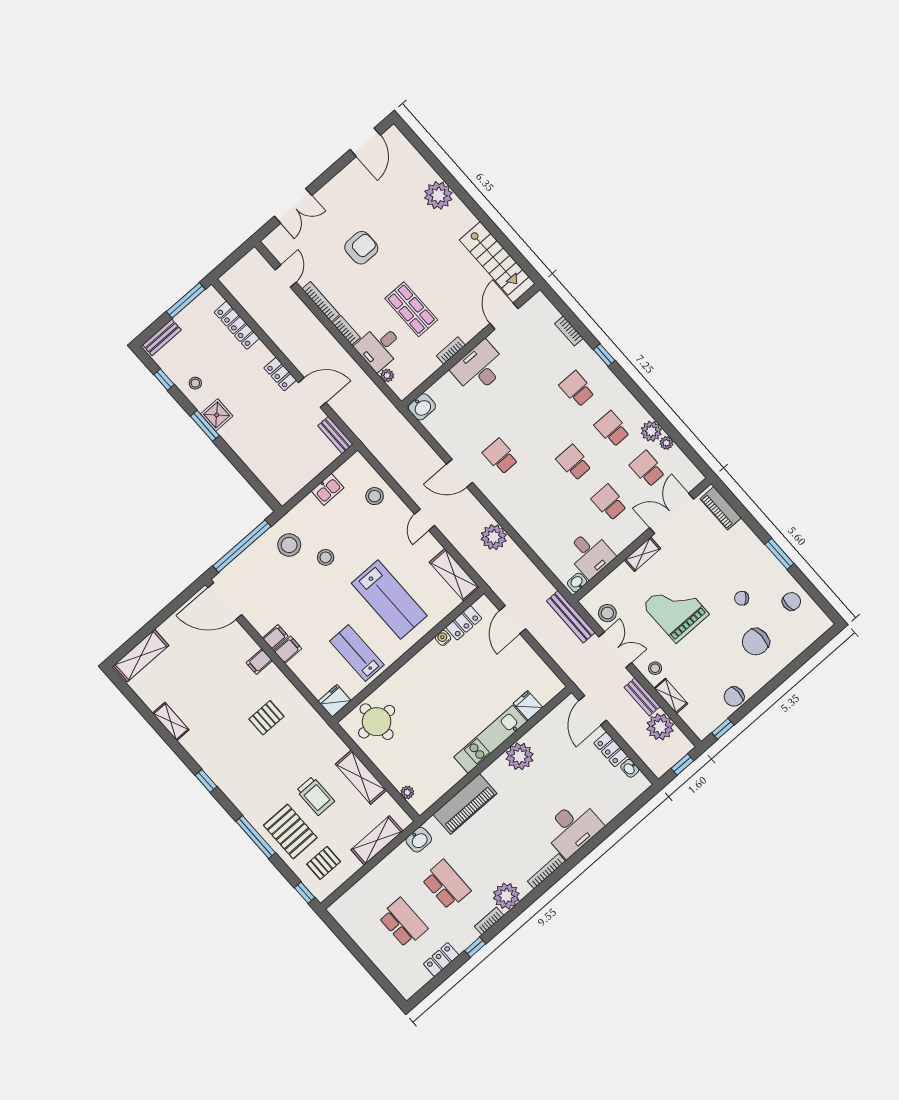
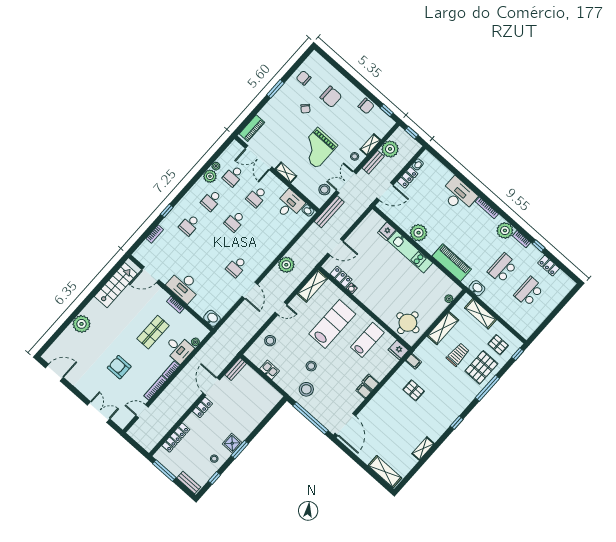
lab bench: (357, 653) -> (367, 340), turned 180
filing cabinet: (259, 662) -> (413, 361), moved

